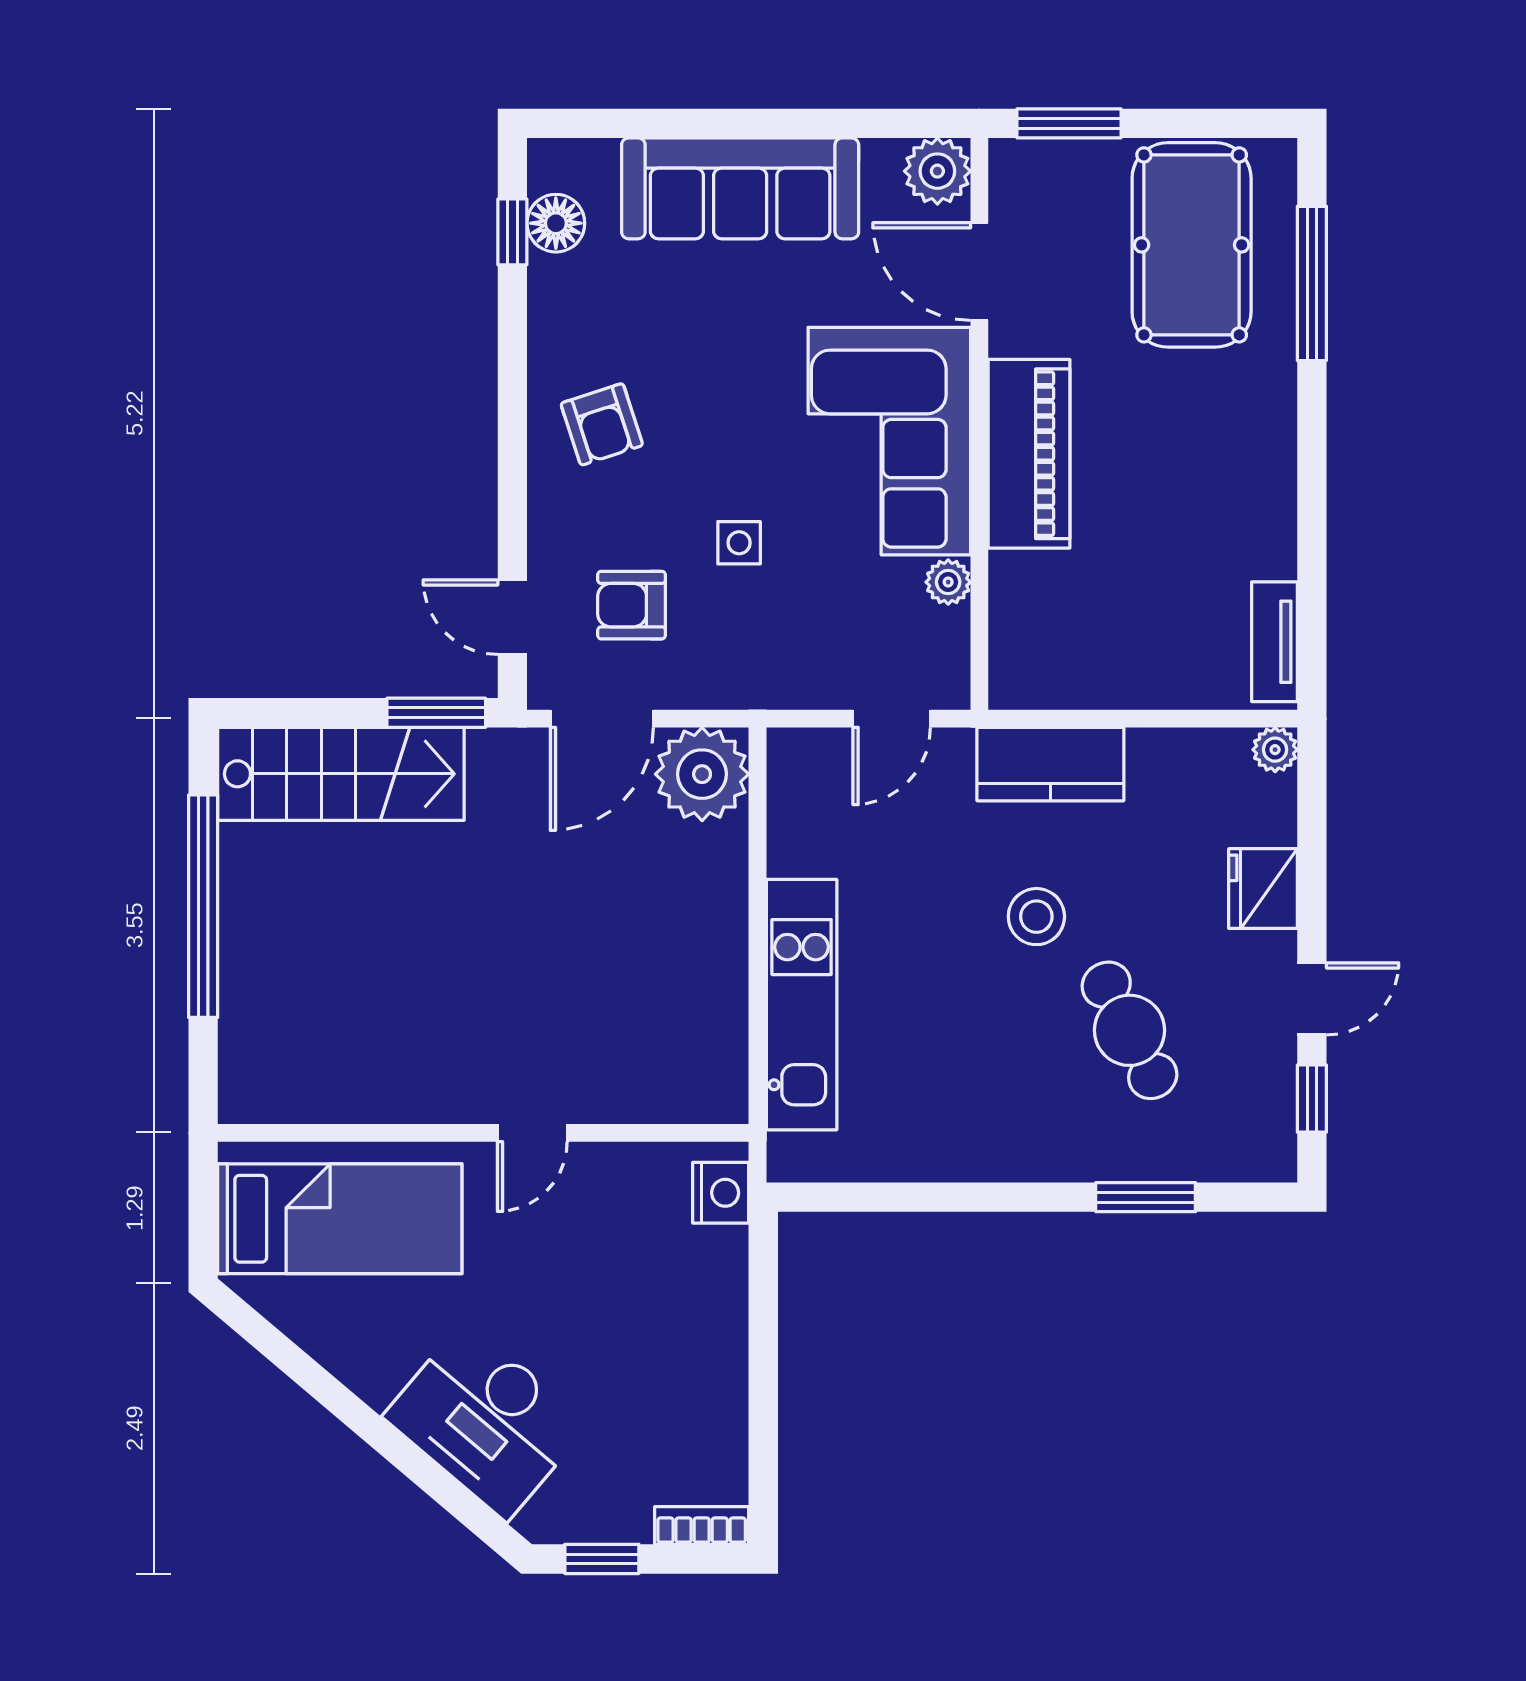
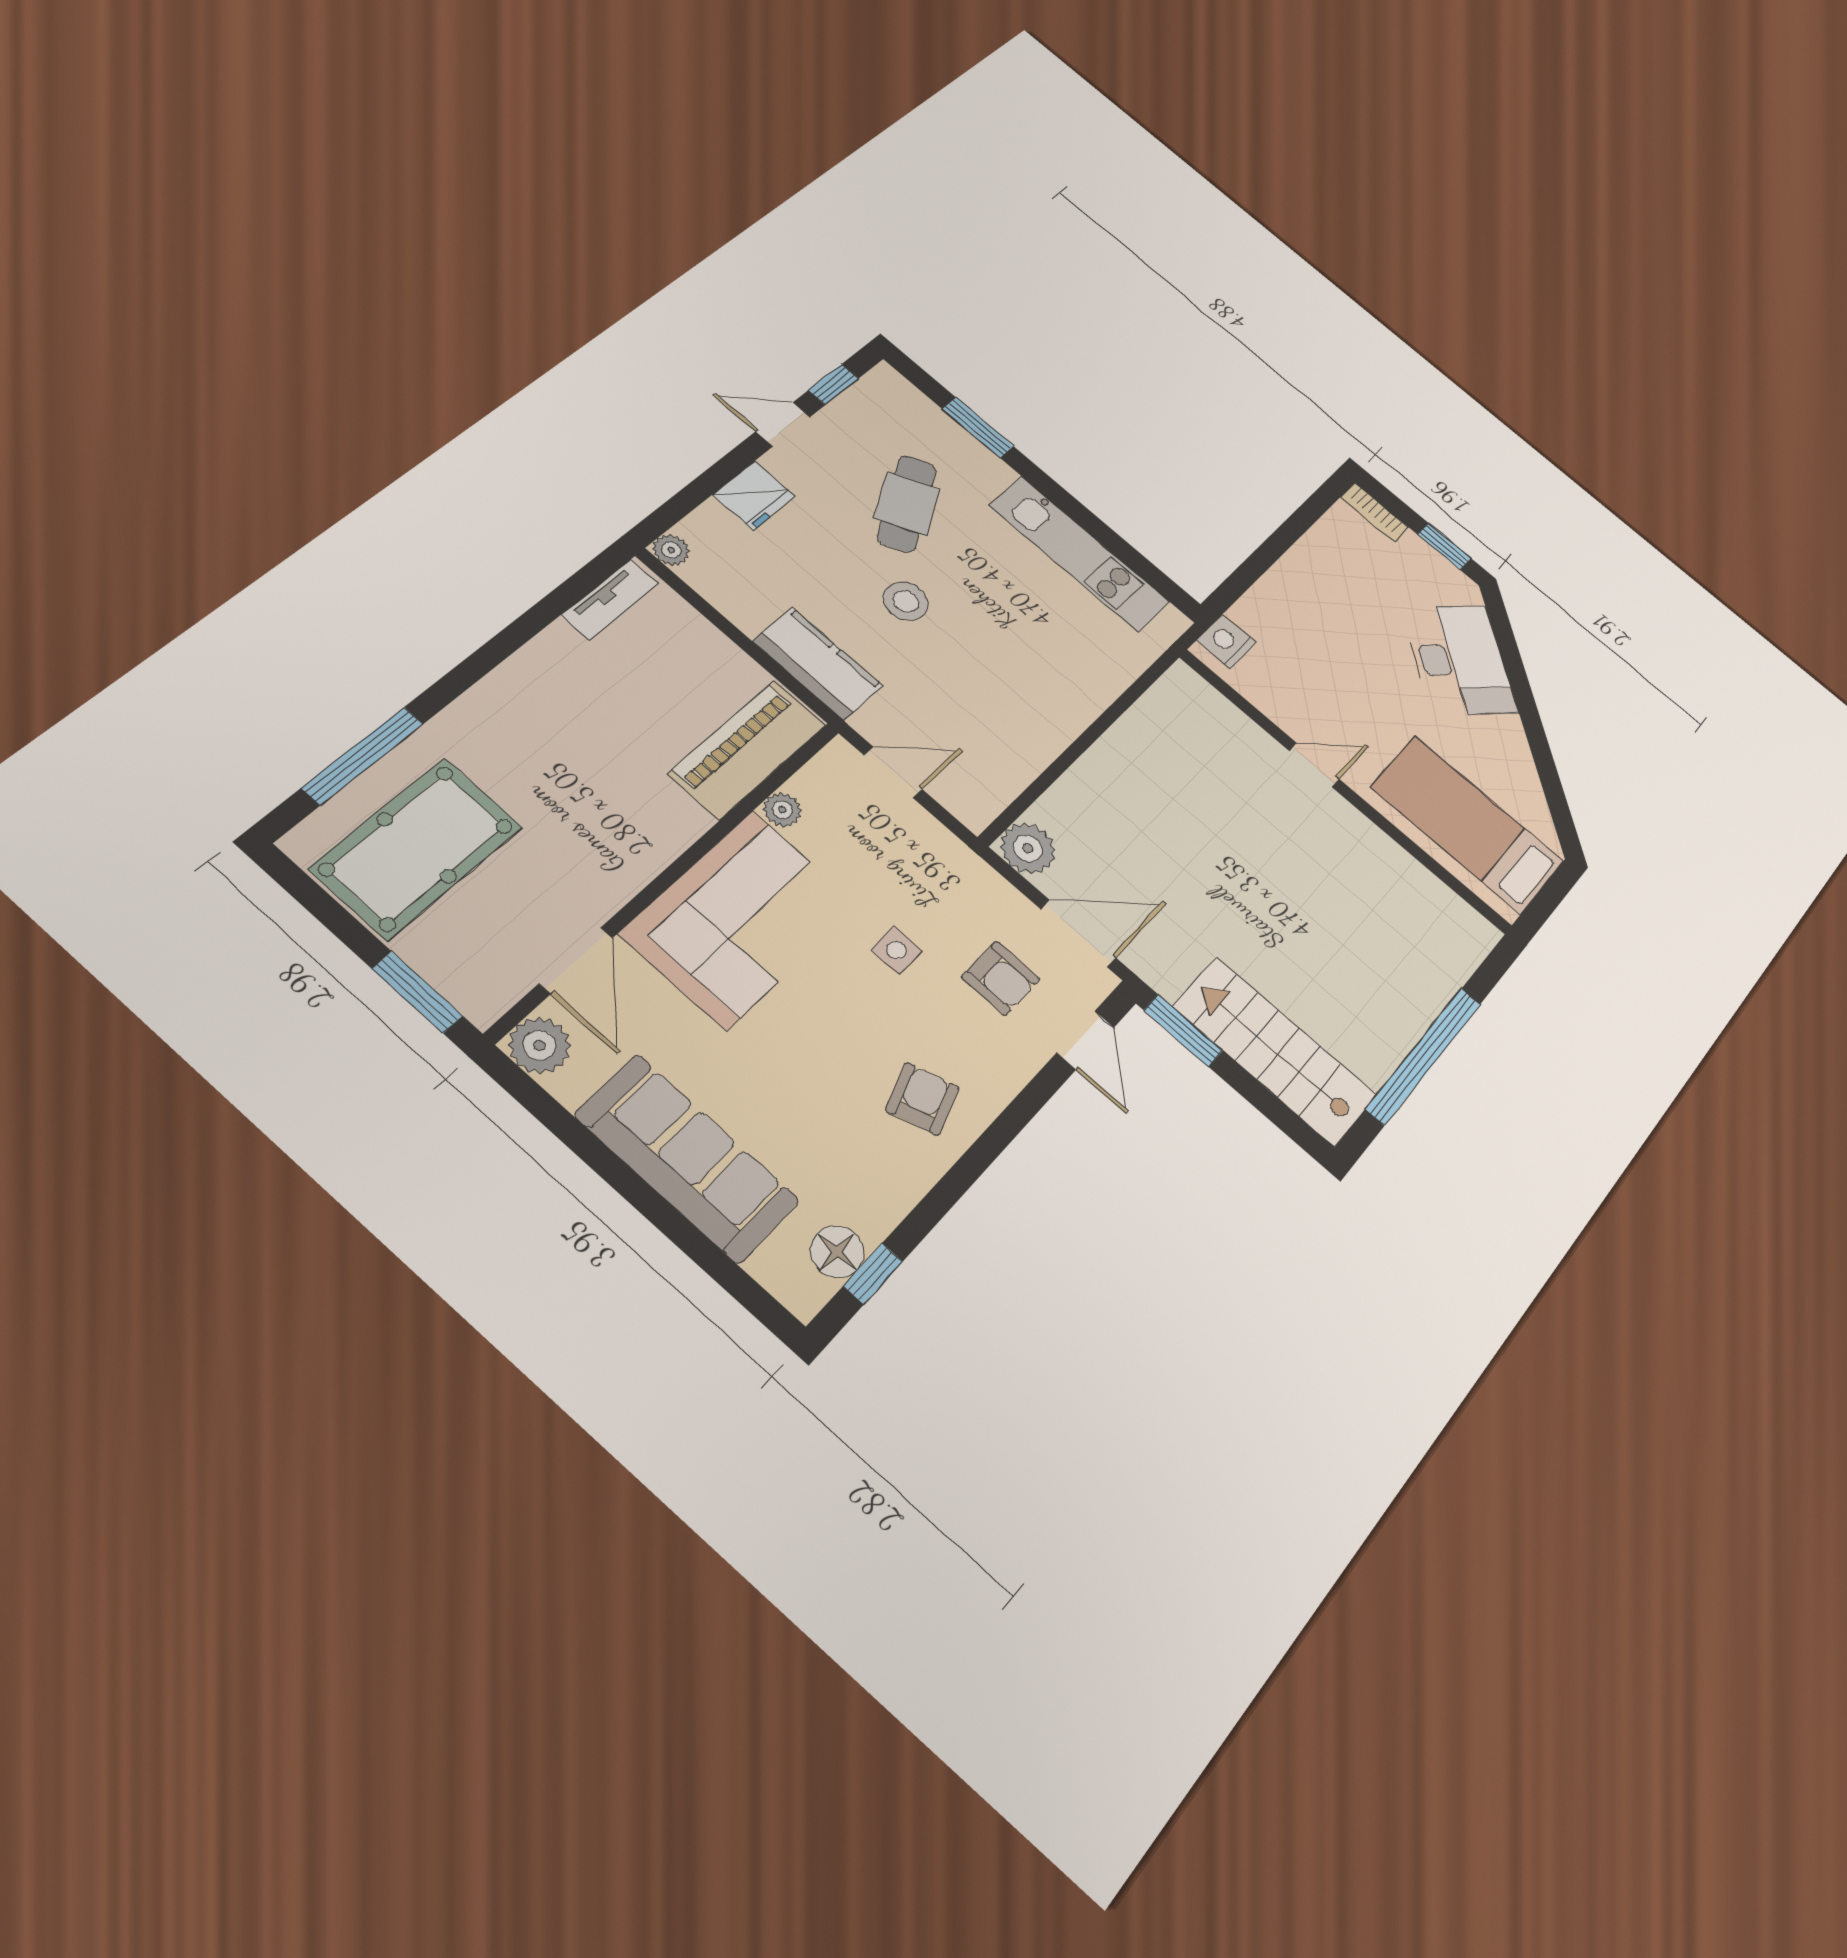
piano: (1029, 454) -> (747, 749), moved
plant: (702, 774) -> (1028, 848), width x0.73, depth x0.73
kitchen unit: (802, 1005) -> (1079, 554), moved, turned -90

